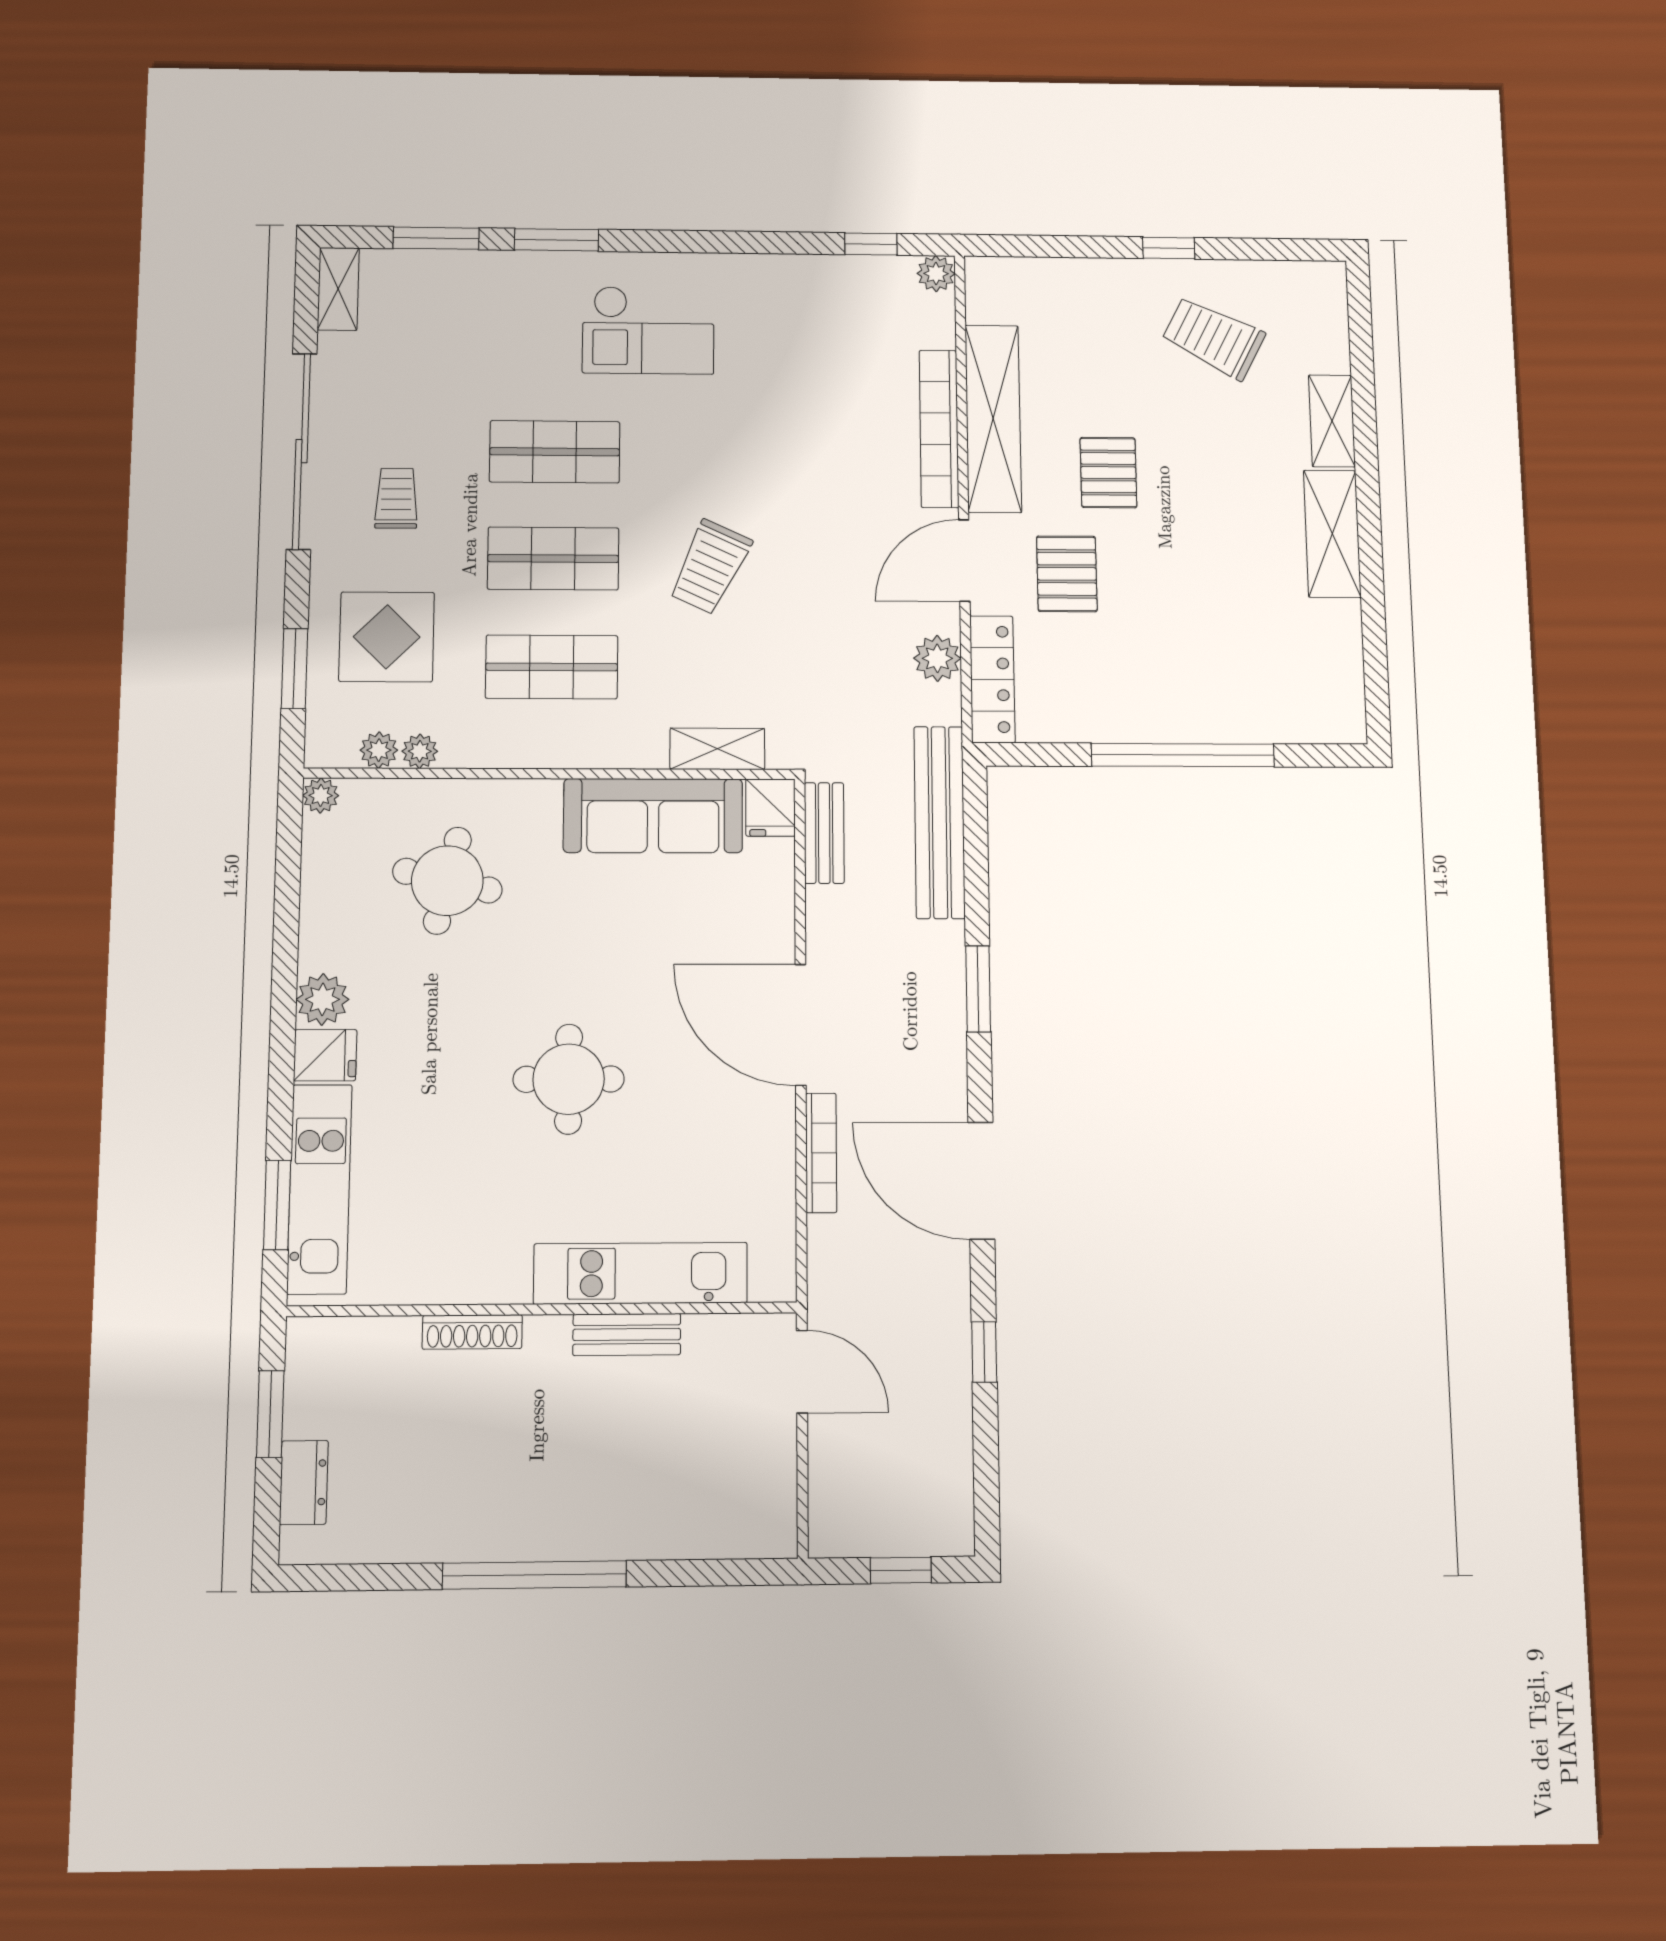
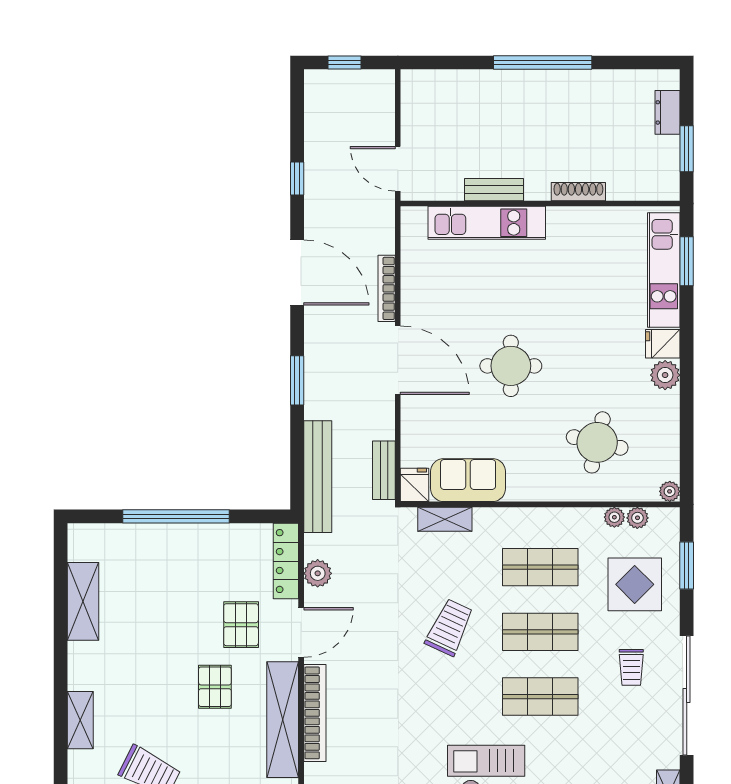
shelving: (1332, 534) -> (83, 601), moved
sofa: (653, 816) -> (468, 480), width x0.73
round table: (569, 1079) -> (511, 366), moved

